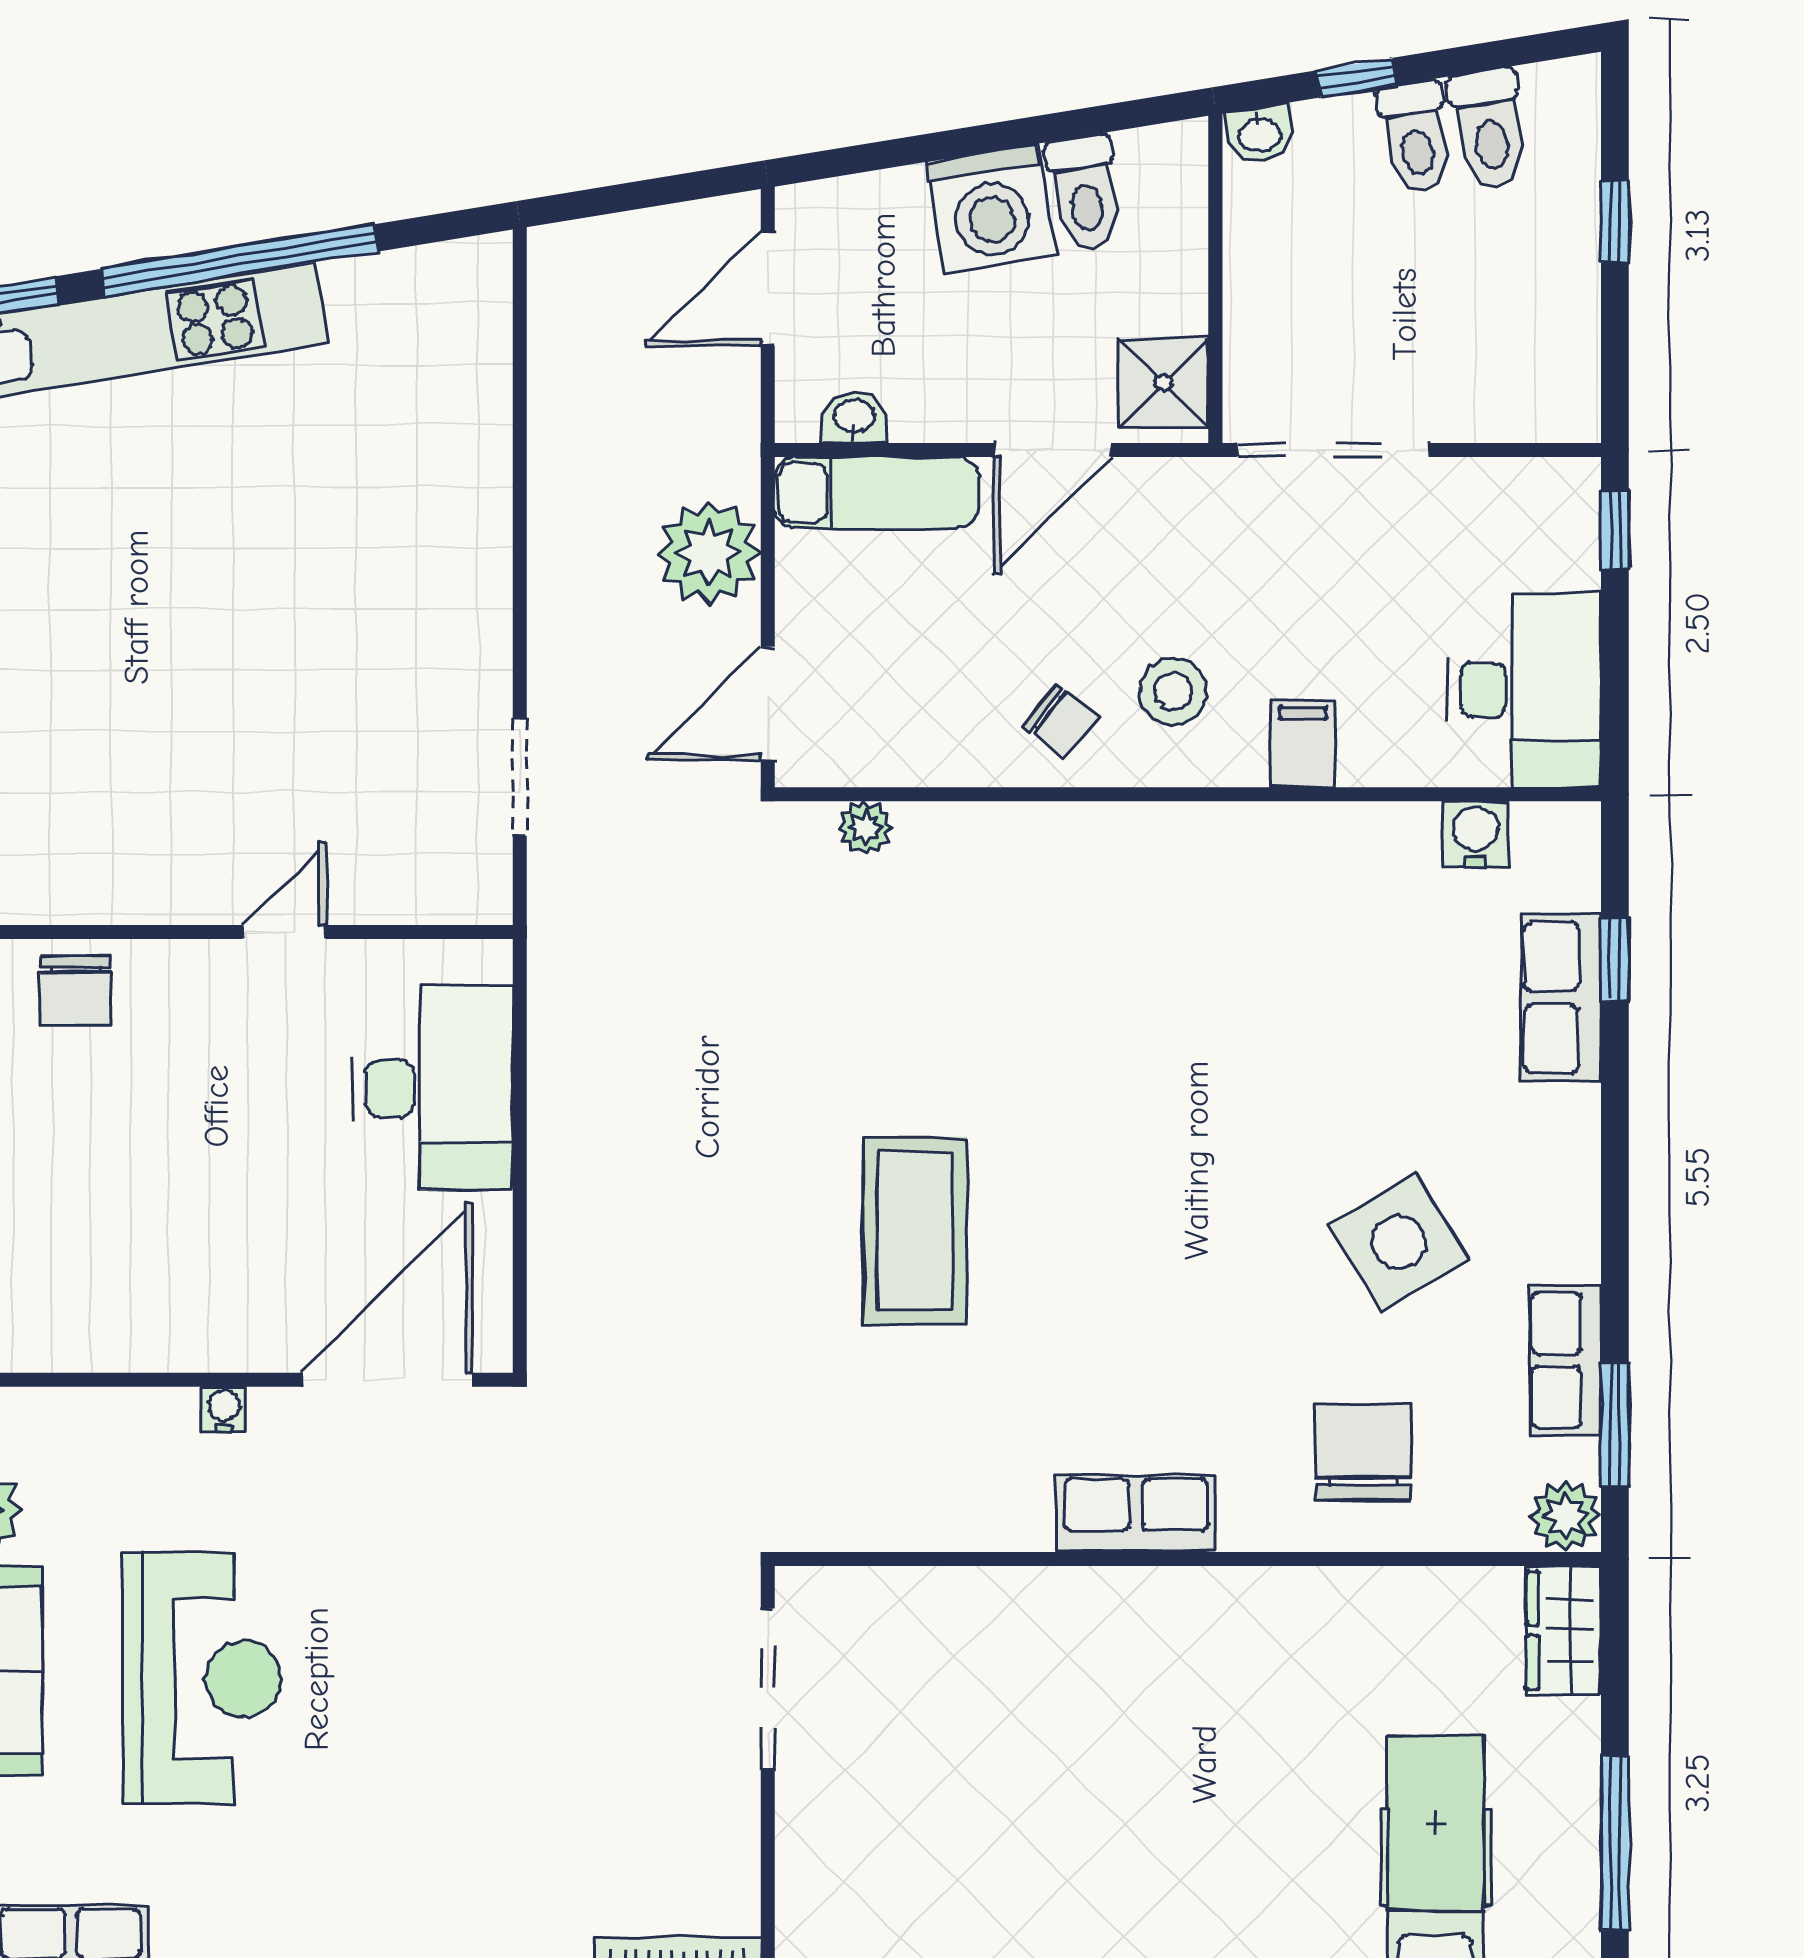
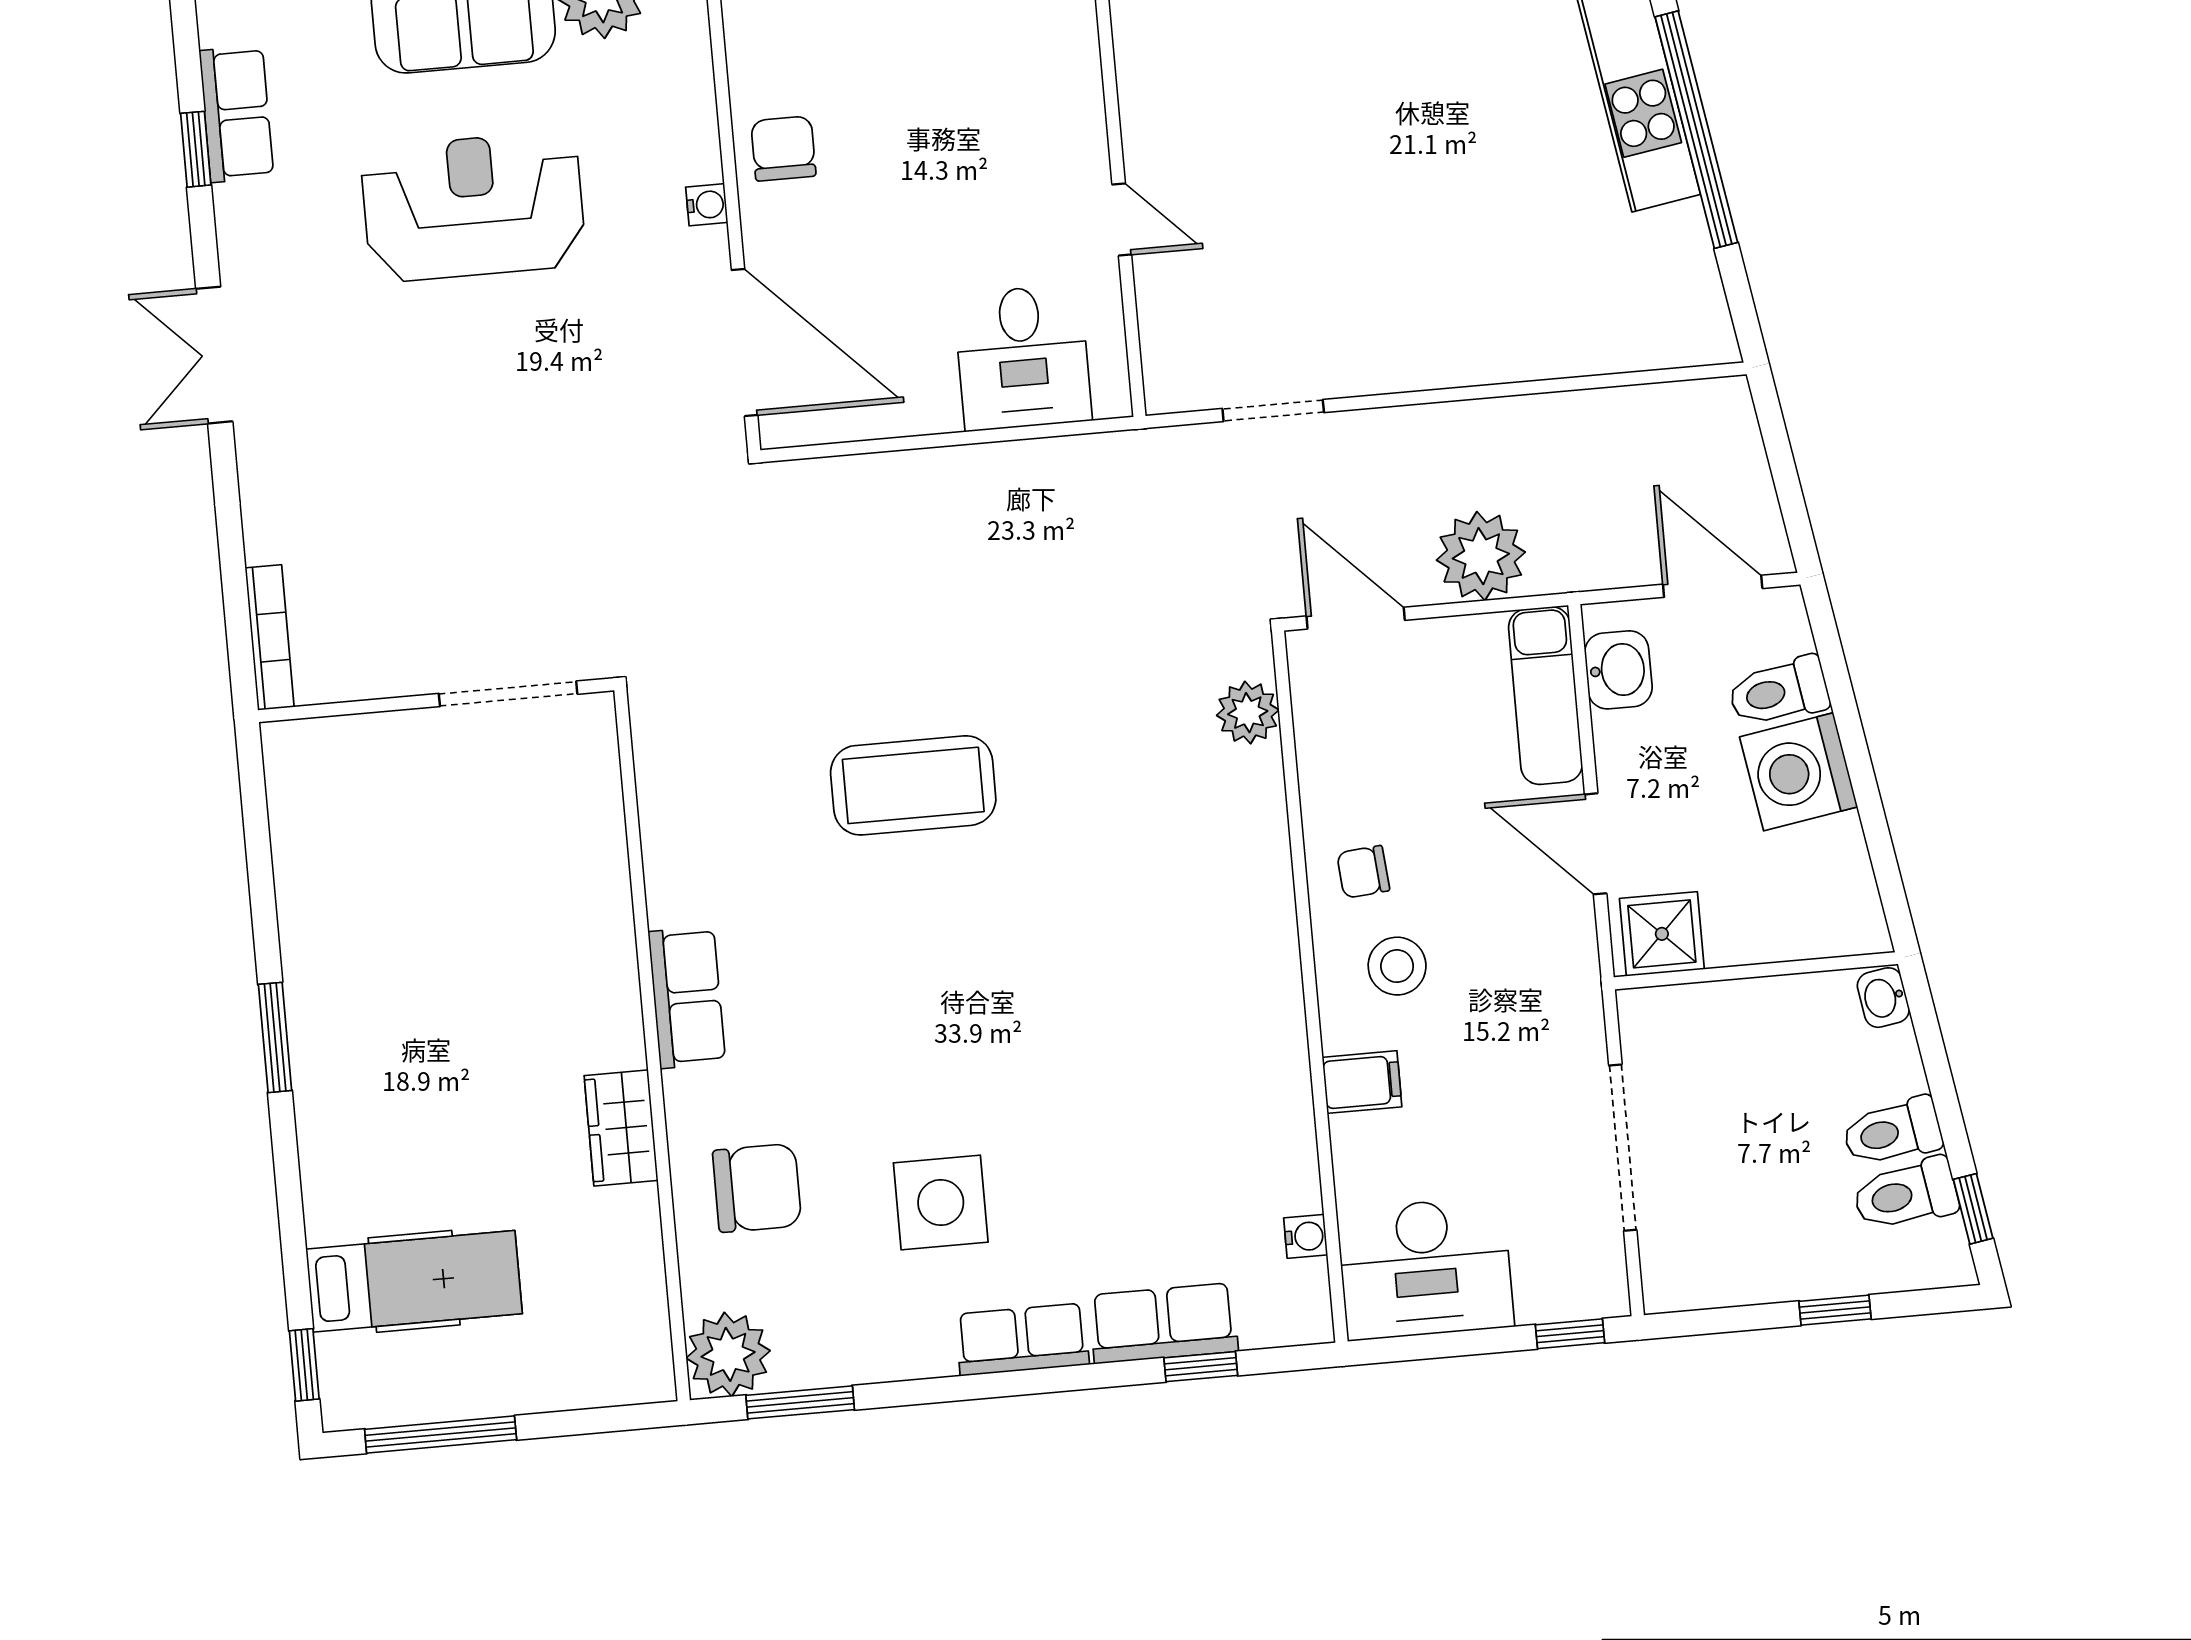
window: (1357, 78) -> (1973, 1209), moved
toilet: (1085, 192) -> (1779, 692), moved
washbasin: (854, 417) -> (1618, 670), width x1.38, depth x1.45
doorway: (1333, 450) -> (1623, 1148), moved
chair: (1061, 721) -> (1363, 872), turned 47
plant: (865, 828) -> (1248, 713), width x1.38, depth x1.38
water cooler: (1475, 834) -> (1306, 1236), width x0.72, depth x0.72
chair: (75, 991) -> (783, 148), moved, turned 90
desk: (433, 1088) -> (1023, 358), width x0.73
side table: (1399, 1242) -> (941, 1202), turned 31
row of seats: (1565, 1360) -> (1022, 1339), moved
plant: (1565, 1516) -> (728, 1354), width x1.36, depth x1.36
wardrobe: (1564, 1630) -> (621, 1128), moved, turned -90
reception desk: (202, 1679) -> (473, 207), turned 180

